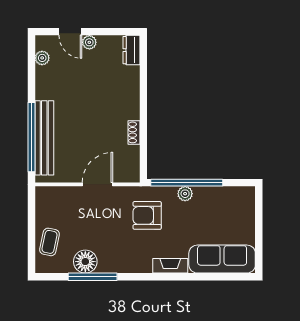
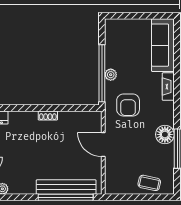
shoe rack: (134, 132) -> (48, 115), moved
floor lamp: (85, 262) -> (165, 134), moved

